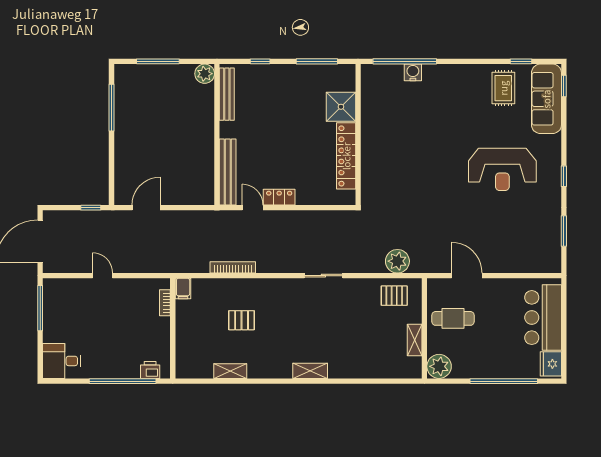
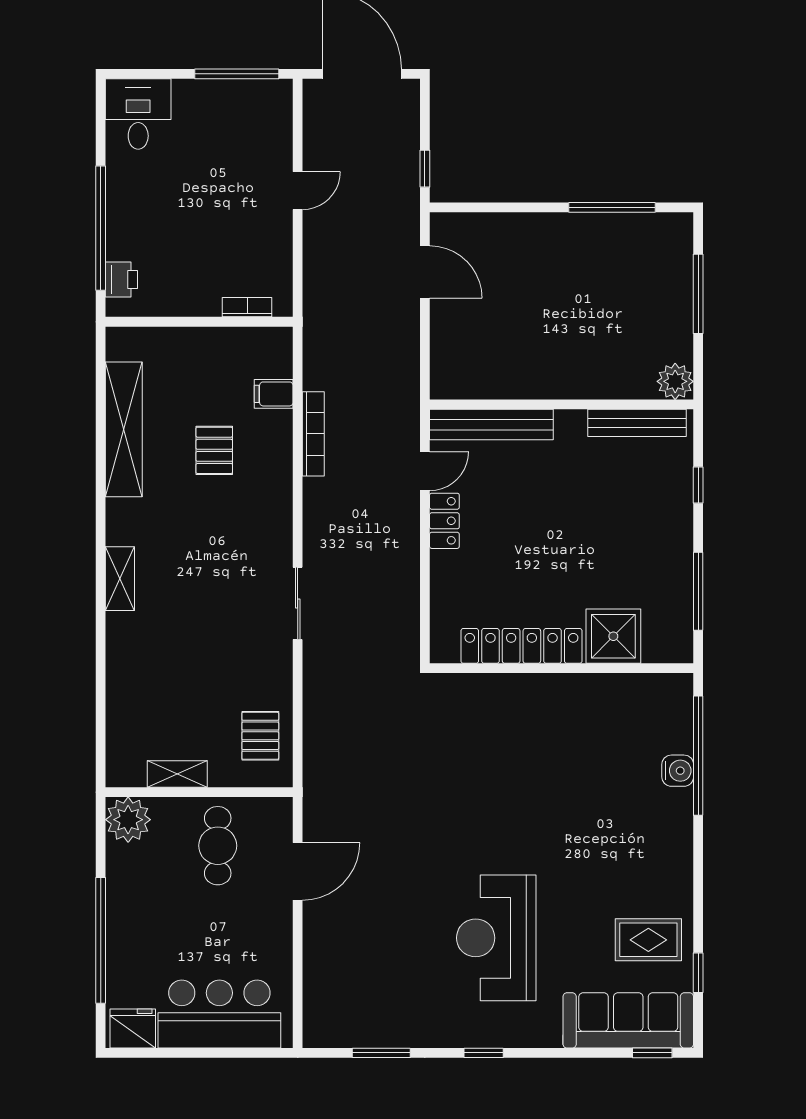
plant: (397, 261) -> (325, 742), removed
filing cabinet: (183, 289) -> (274, 394), moved
shelving: (230, 371) -> (124, 429), width x2.20, depth x1.33

